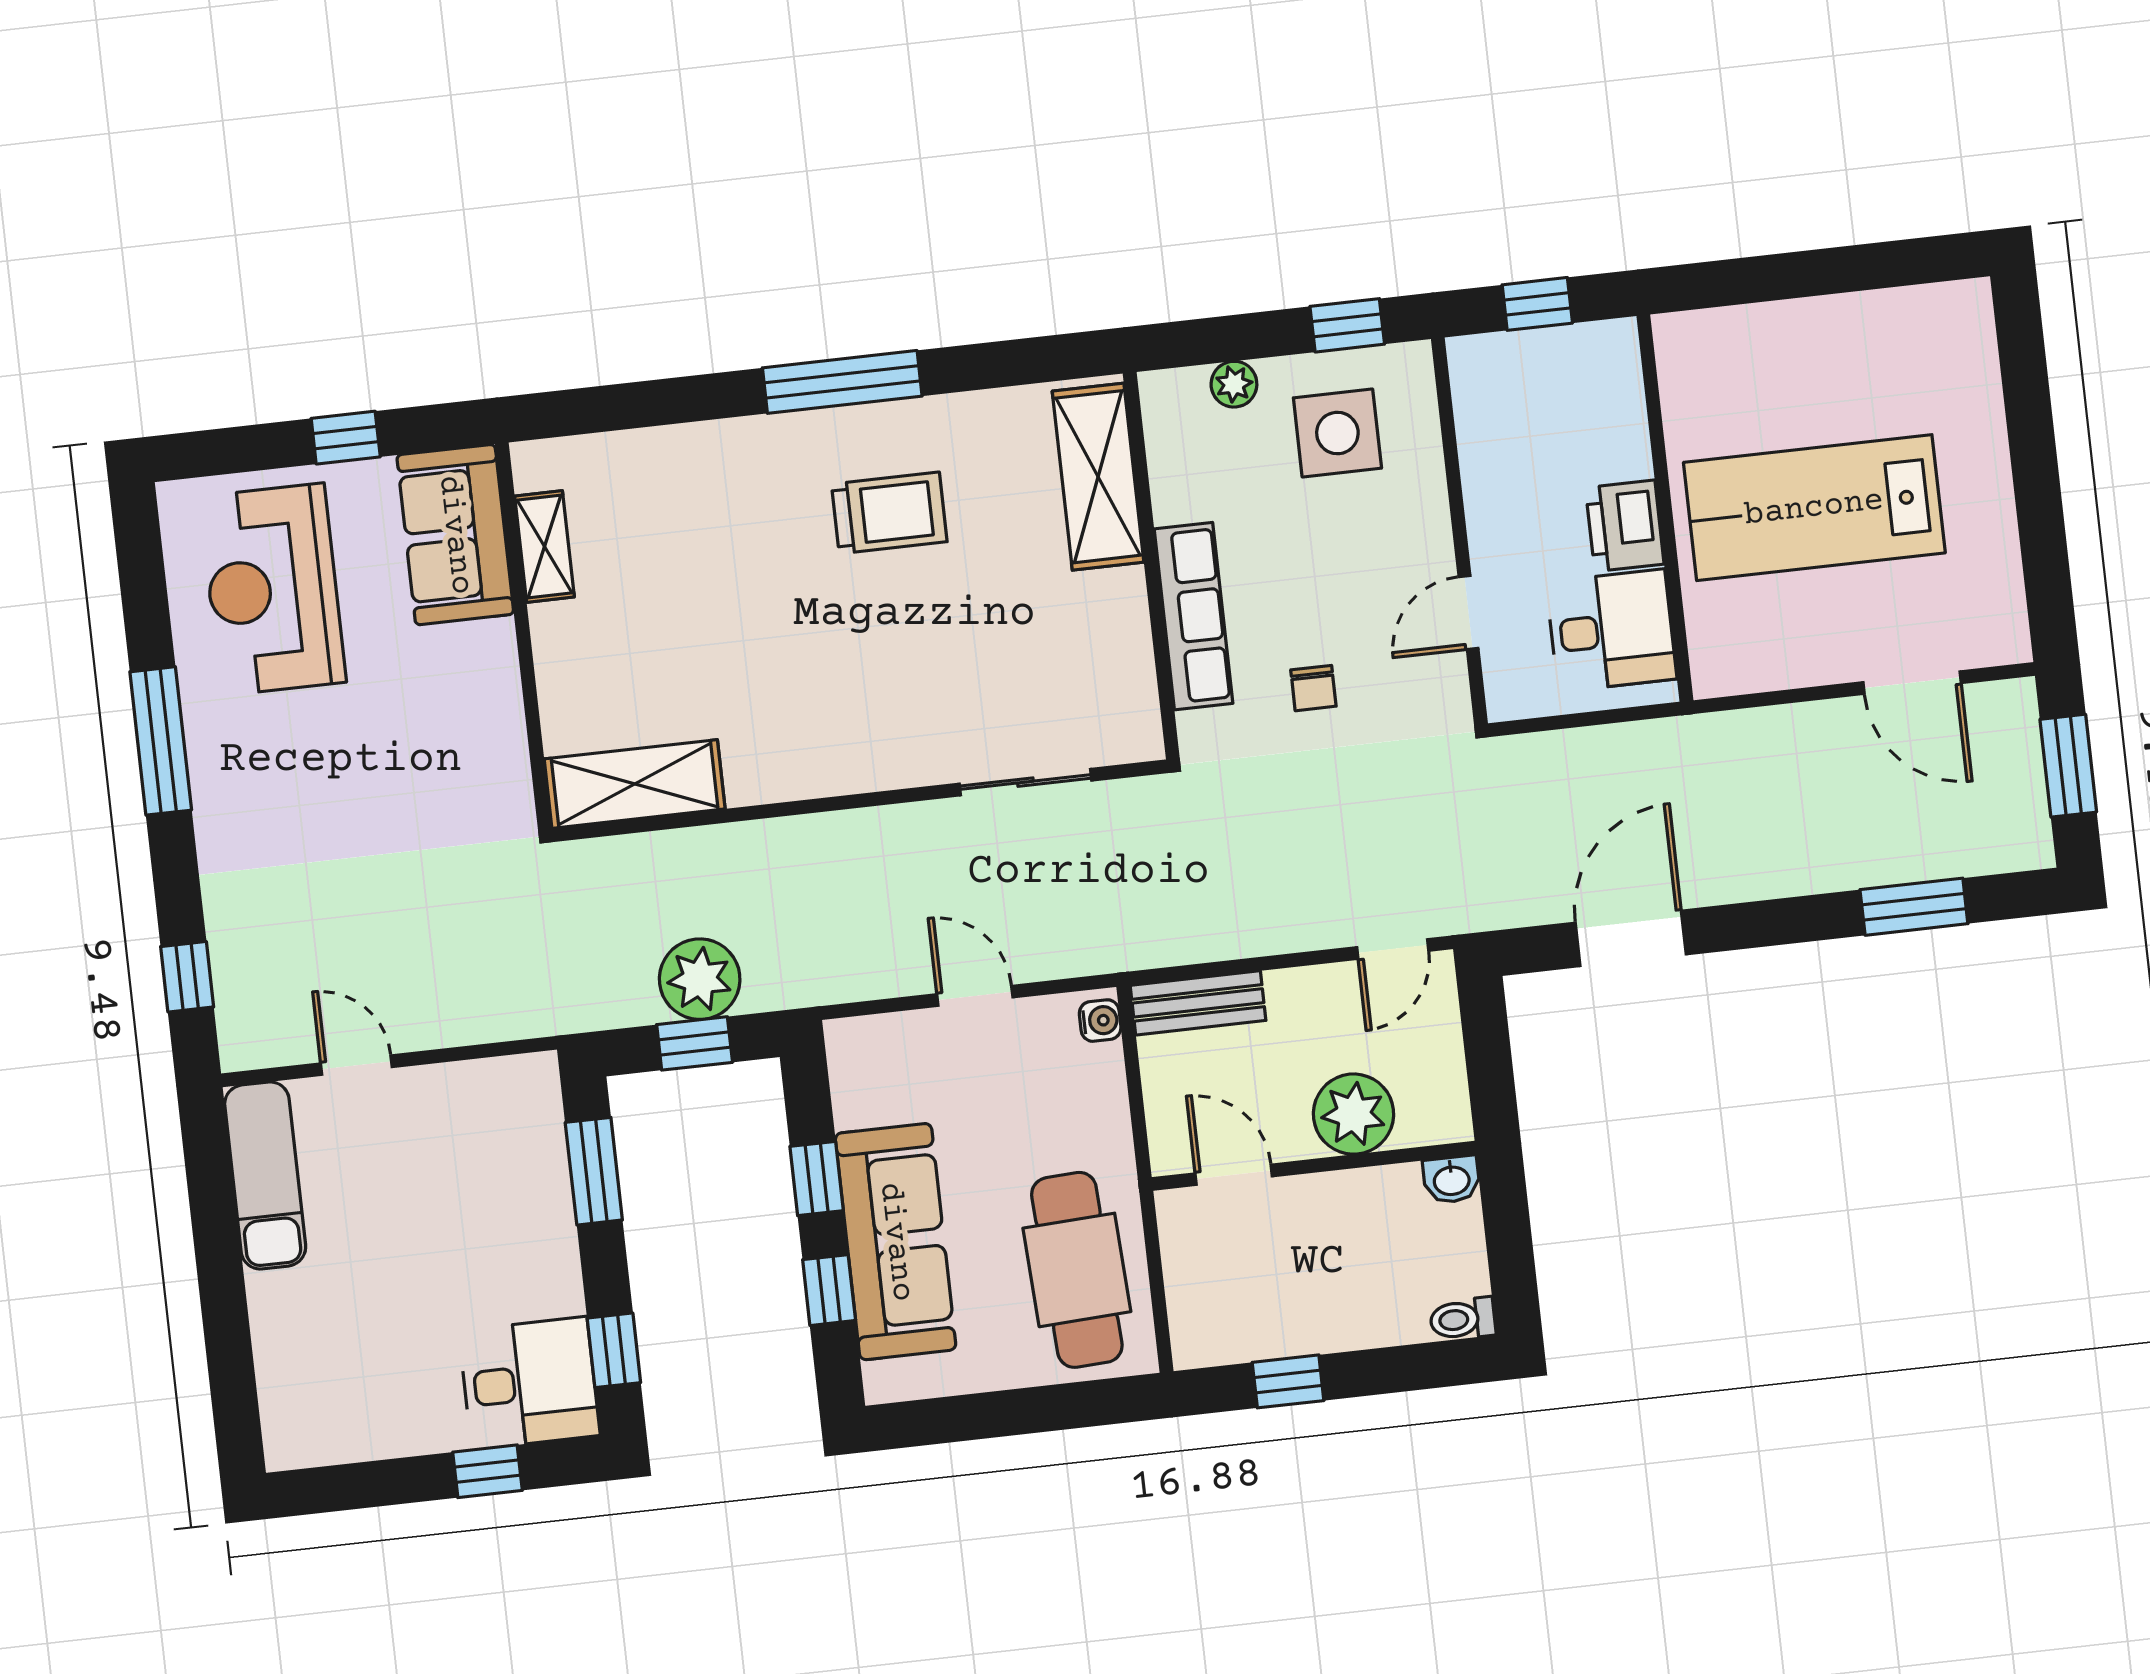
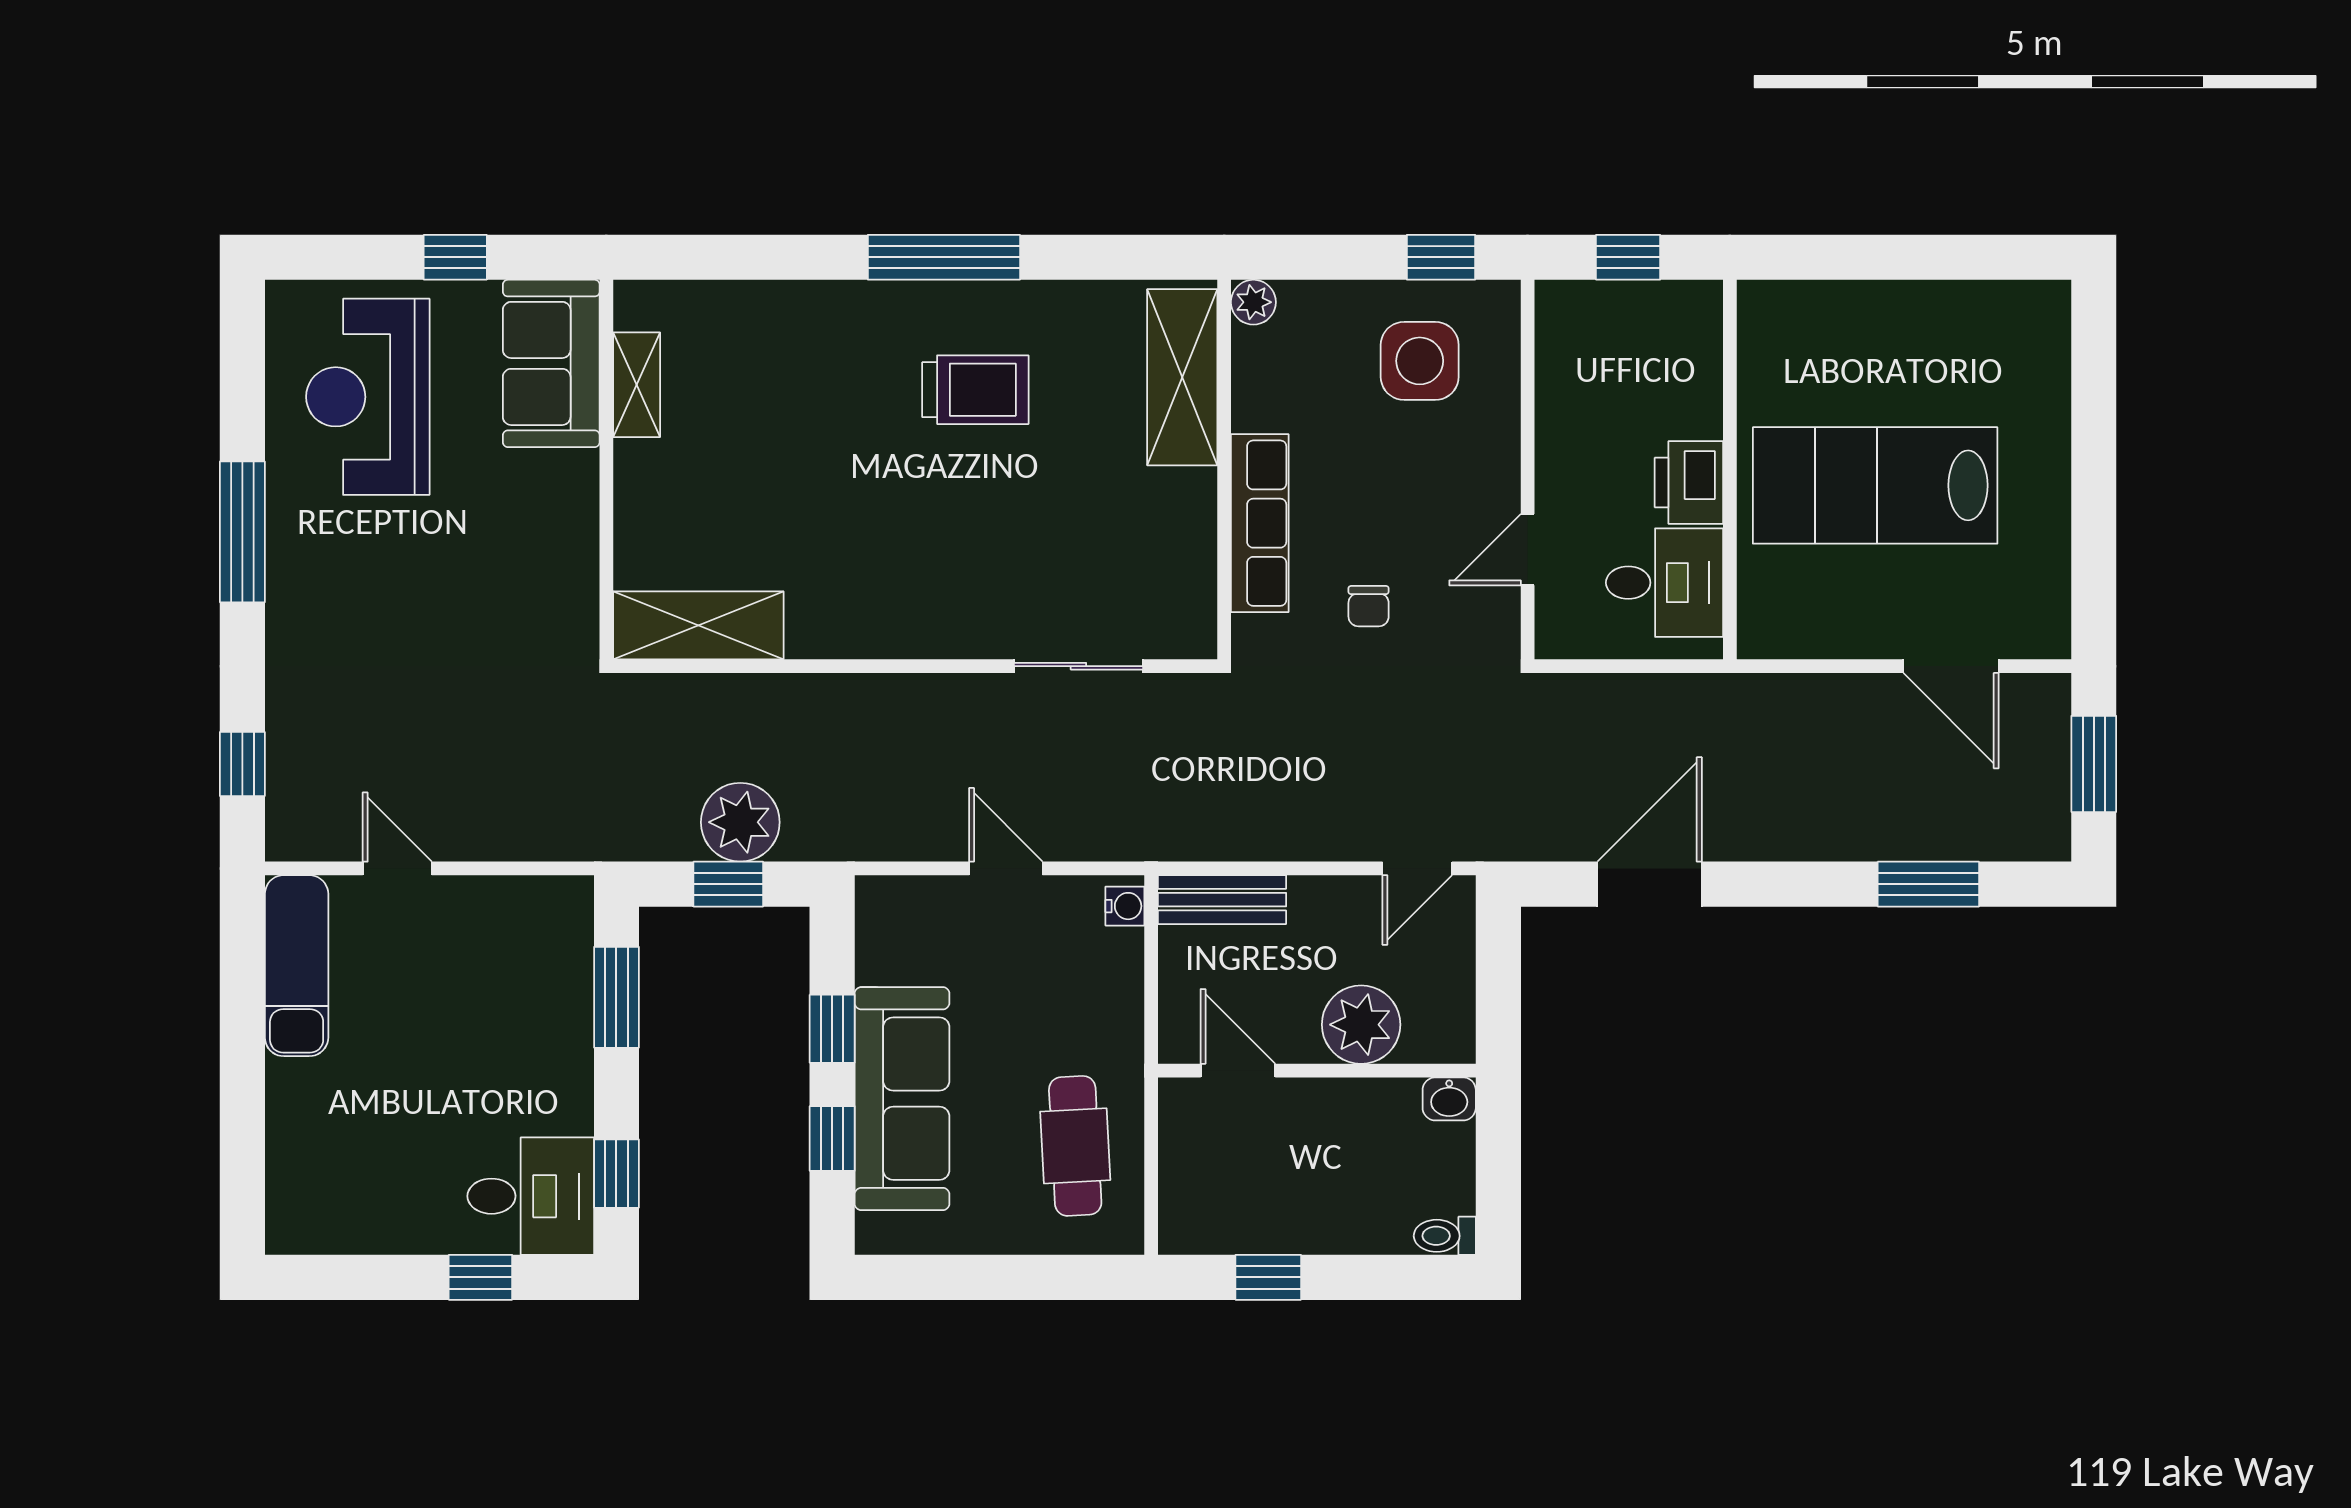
plant: (1234, 384) -> (1253, 302), moved
cafe table: (1077, 1270) -> (1075, 1146), width x0.73, depth x0.74

